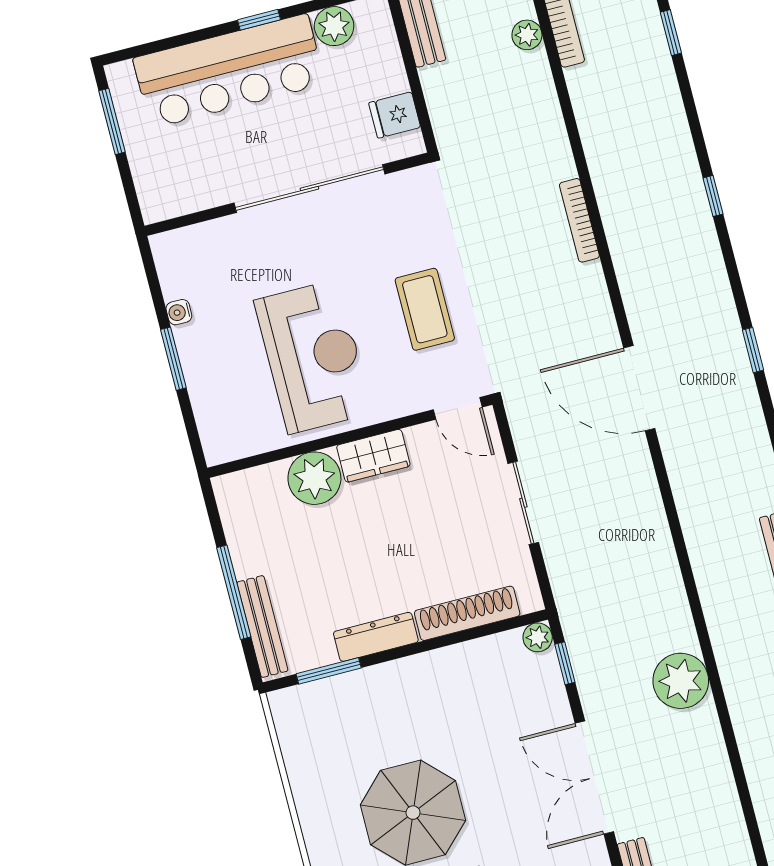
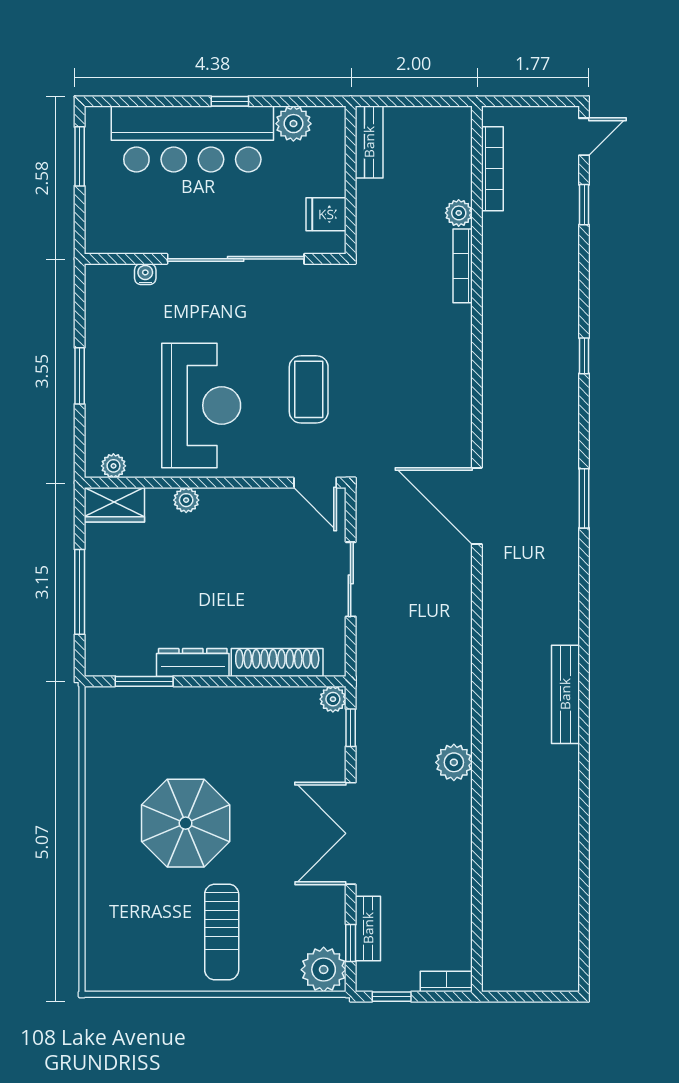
plant: (527, 35) -> (459, 213), moved
bookcase: (579, 220) -> (463, 266), moved
water cooler: (179, 312) -> (145, 274), moved, turned 90
window: (753, 350) -> (584, 498), width x1.50
plant: (235, 446) -> (113, 466), added
wardrobe: (373, 456) -> (114, 505), moved
plant: (314, 478) -> (186, 500), width x0.53, depth x0.53
bench: (262, 627) -> (97, 628), removed
plant: (681, 681) -> (454, 762), width x0.73, depth x0.73

